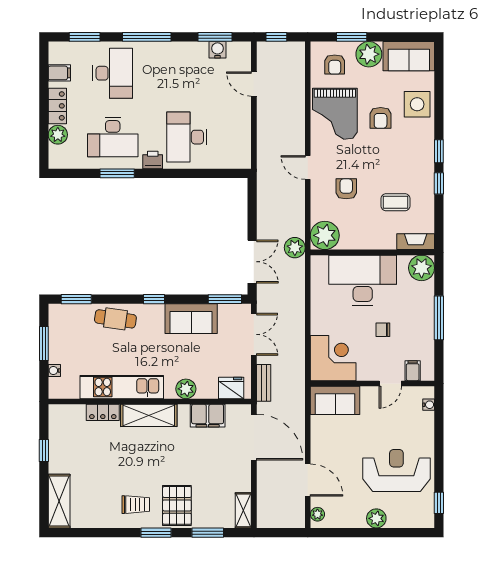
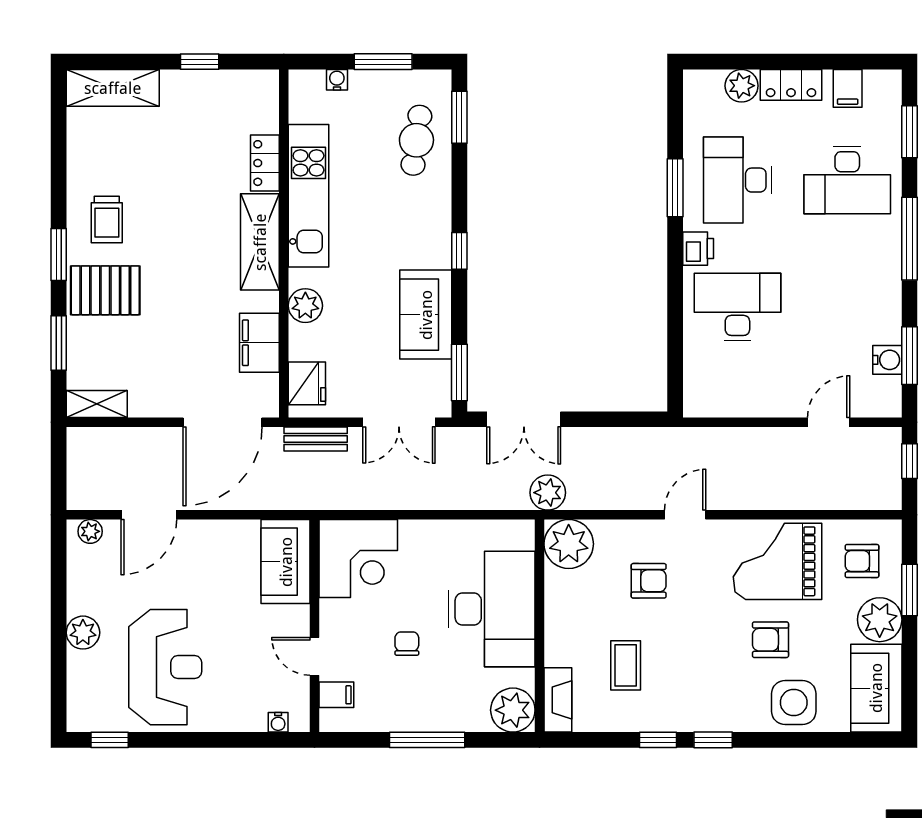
cafe table: (115, 319) -> (416, 140), moved

